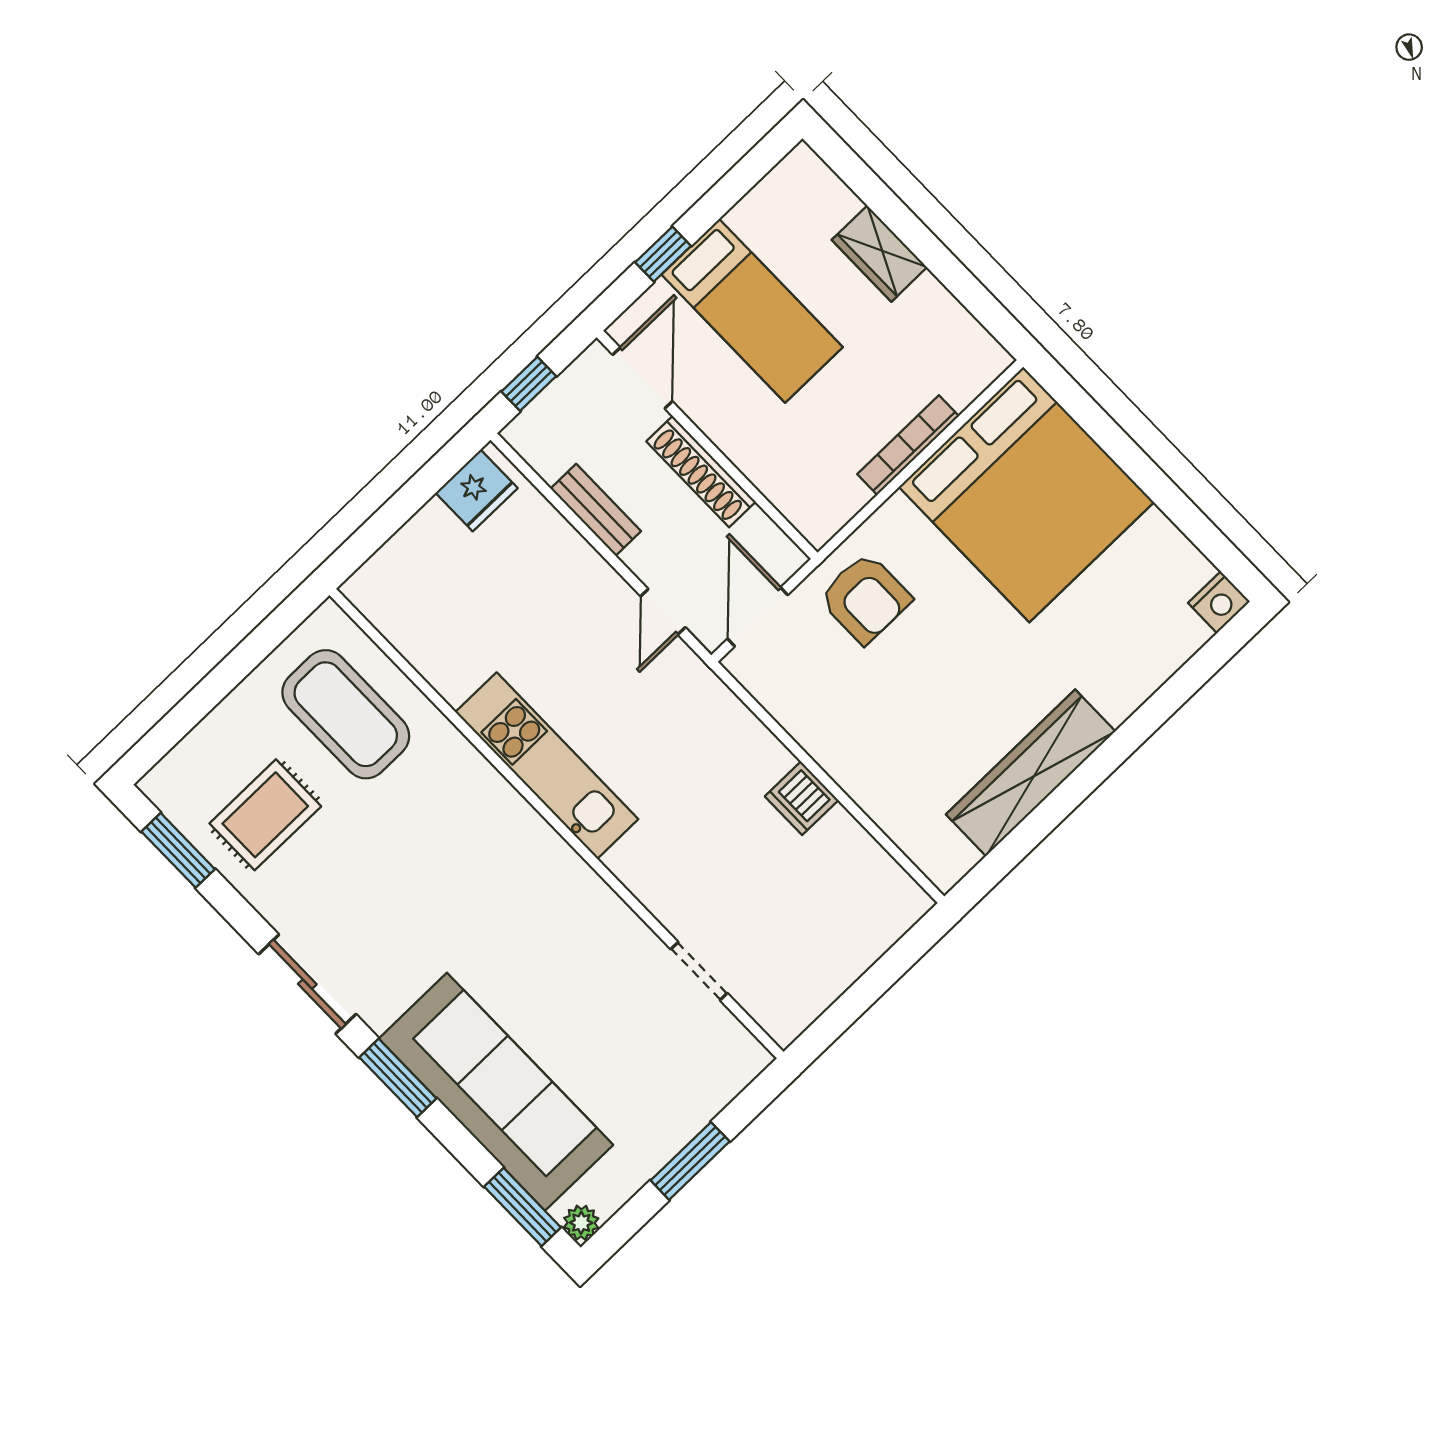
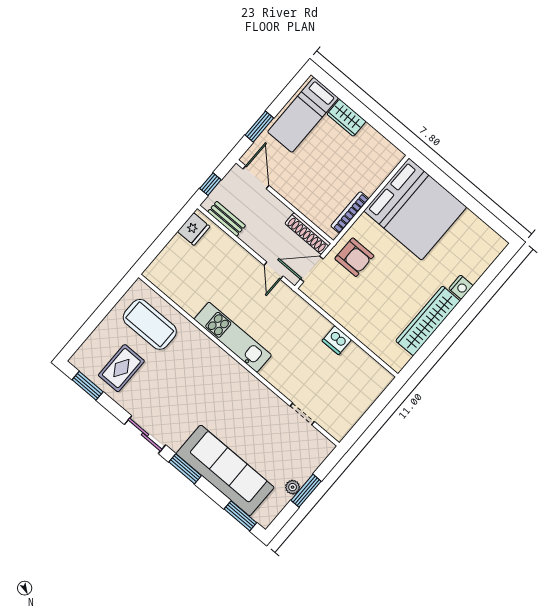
window: (663, 254) -> (259, 127), width x1.50
bed: (752, 311) -> (303, 115), moved, turned 90
bookcase: (908, 445) -> (350, 212), moved
shoe rack: (701, 472) -> (308, 234), moved
bench: (596, 510) -> (227, 219), moved
nightstand: (1219, 602) -> (461, 287), moved
door: (758, 617) -> (312, 269), hinge flipped
plant: (581, 1223) -> (293, 487), moved

